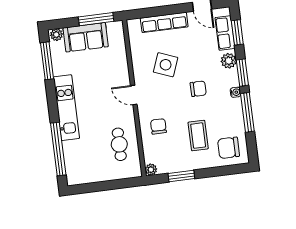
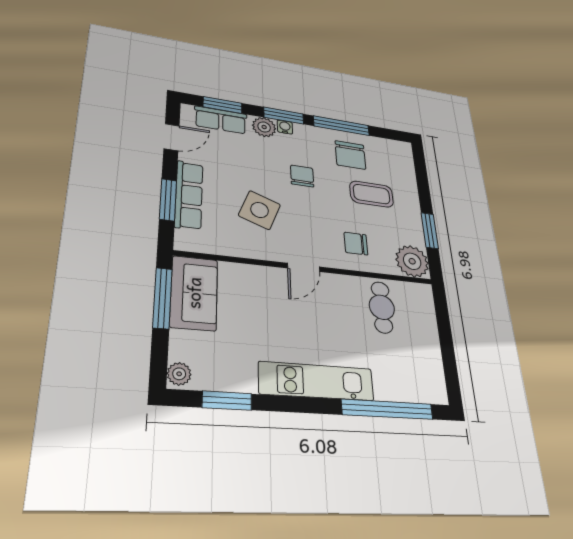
window: (158, 11) -> (168, 200), added
sofa: (86, 37) -> (194, 293), moved
window: (47, 61) -> (227, 401), width x0.69
water cooler: (236, 92) -> (285, 127), moved
cafe table: (119, 144) -> (382, 307), turned 90
chair: (229, 148) -> (350, 155), moved
plant: (151, 170) -> (412, 261), width x1.87, depth x1.87

